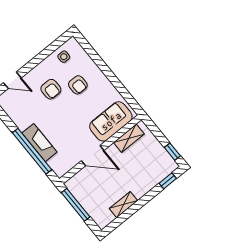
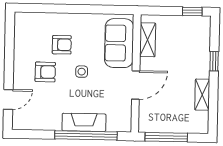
side table: (64, 57) -> (82, 72), moved
window: (168, 181) -> (214, 61), moved

